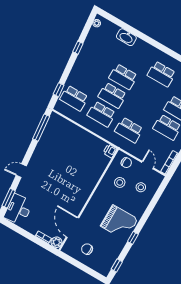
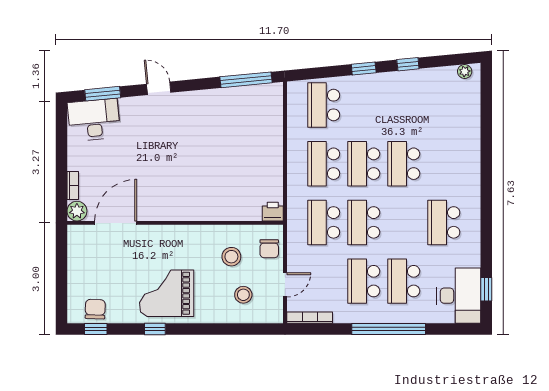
washbasin: (126, 37) -> (470, 132), removed
window: (59, 90) -> (364, 68), moved
school desk: (140, 111) -> (364, 222), added
grand piano: (119, 223) -> (167, 293), turned 90
chair: (87, 249) -> (95, 309), moved

